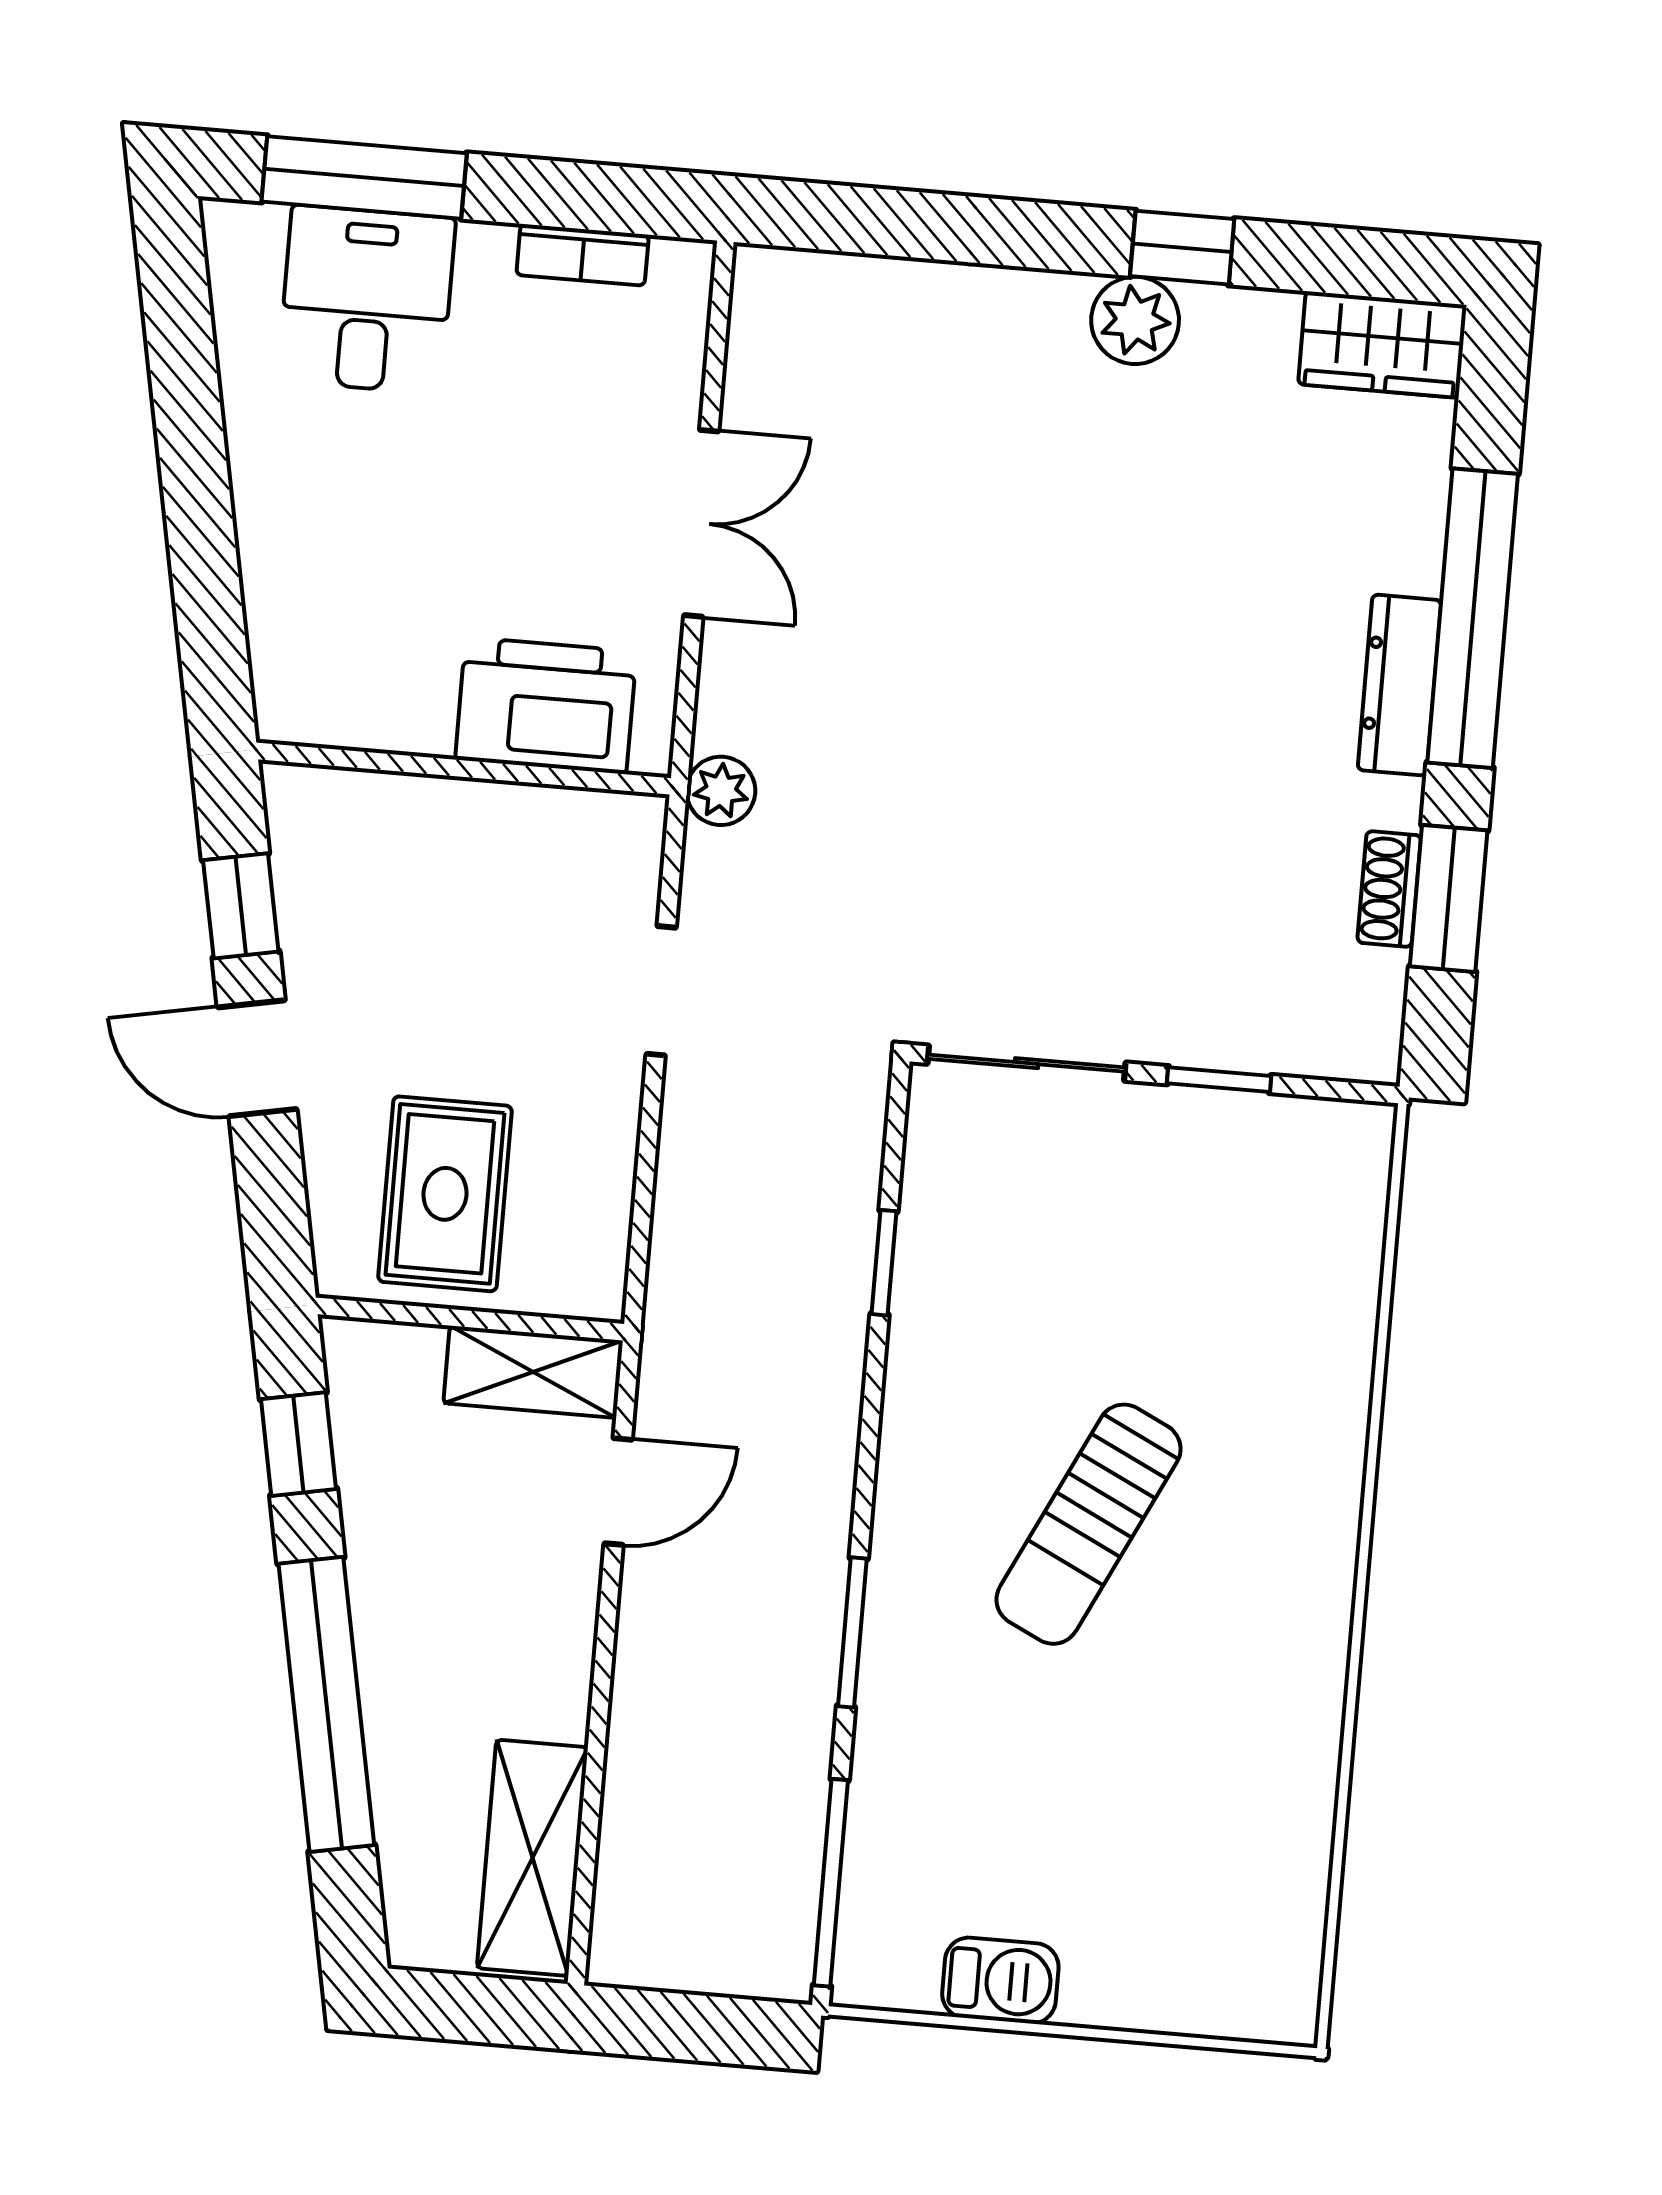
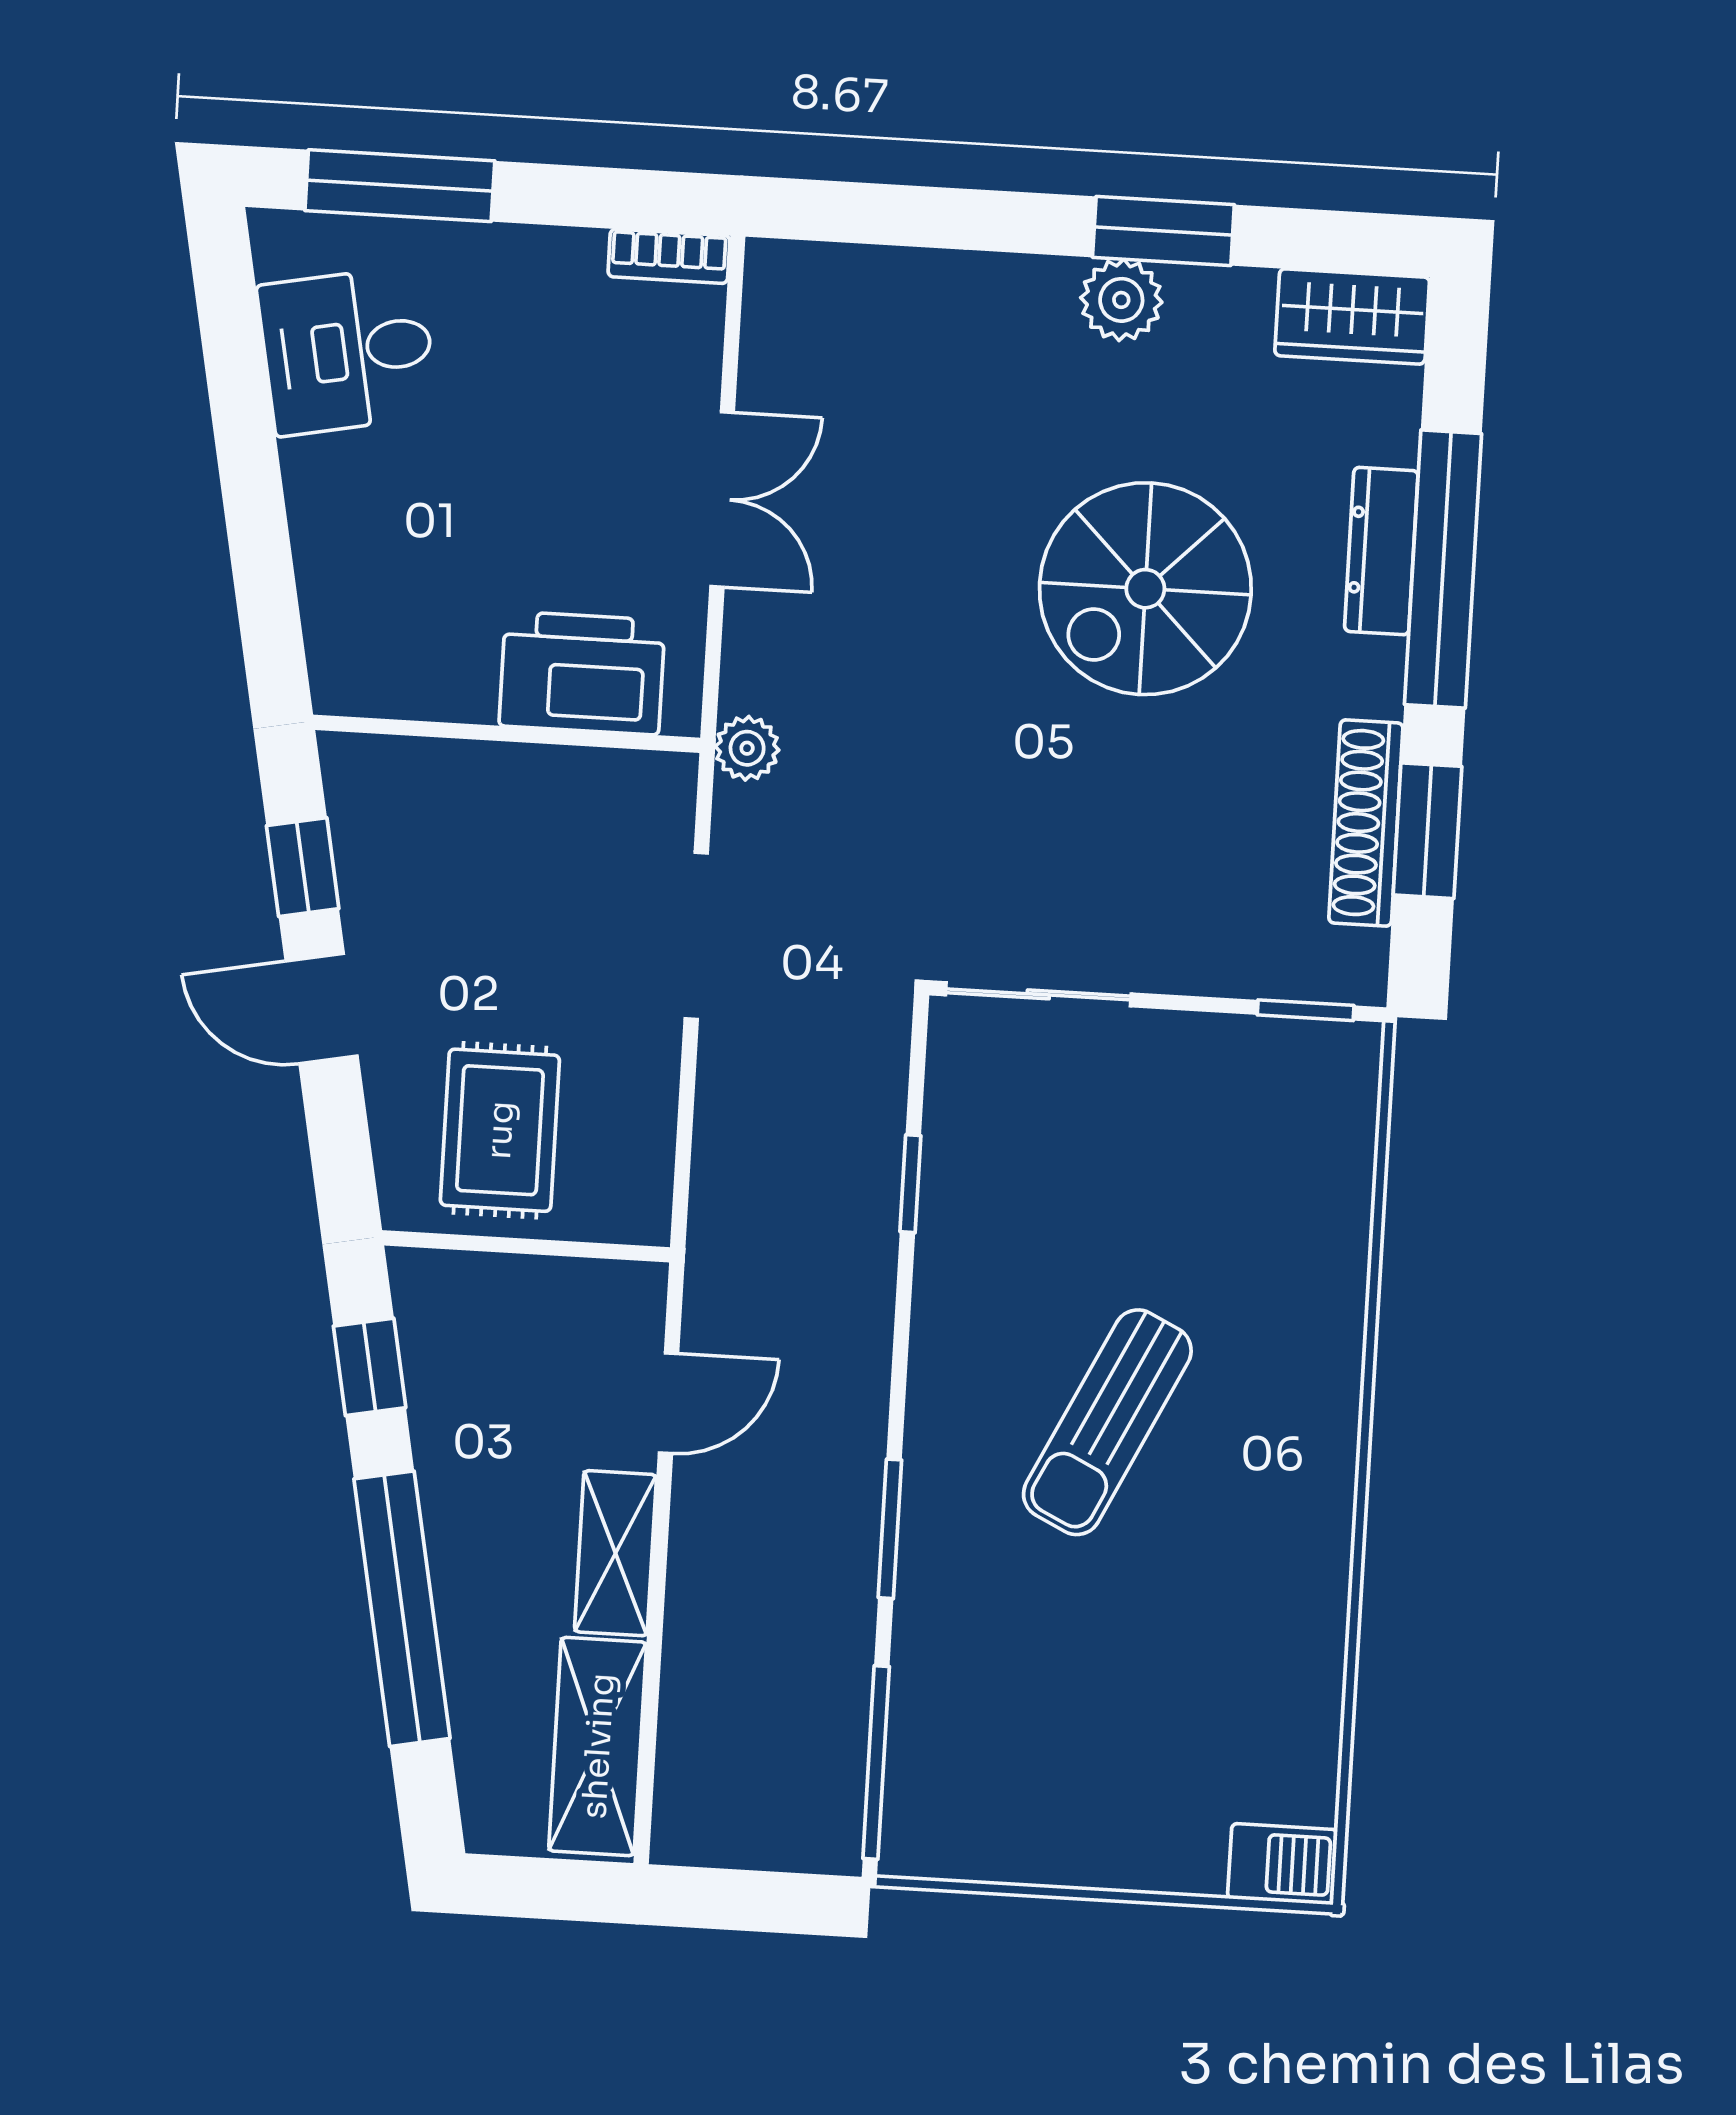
window: (1182, 248) -> (1163, 231), width x1.50
bookcase: (583, 255) -> (669, 256), moved
desk: (367, 299) -> (348, 351), moved, turned -101
spiral stairs: (1153, 631) -> (1145, 589), added
dresser: (1399, 685) -> (1381, 551), moved
shoe rack: (1389, 889) -> (1366, 823), width x1.94, depth x1.24
doorway: (661, 991) -> (696, 936), width x1.38
window: (1219, 1080) -> (1306, 1010), moved
shelving: (533, 1372) -> (615, 1553), moved, turned 90
barbecue: (1000, 1981) -> (1282, 1864), moved

